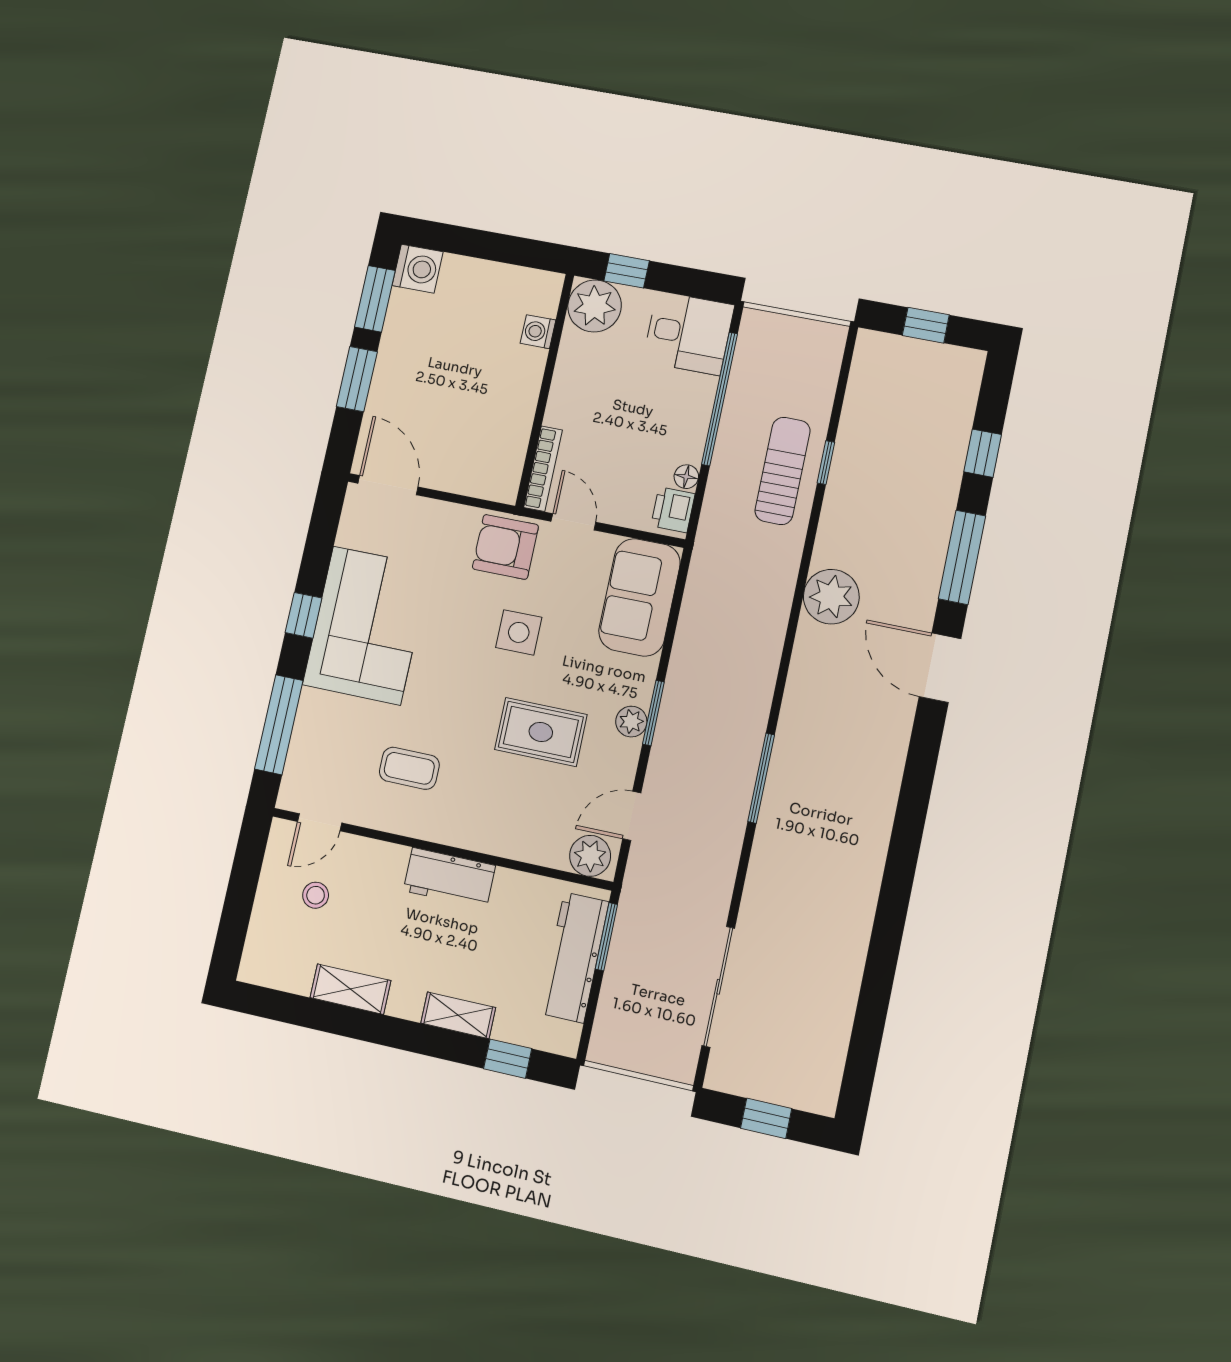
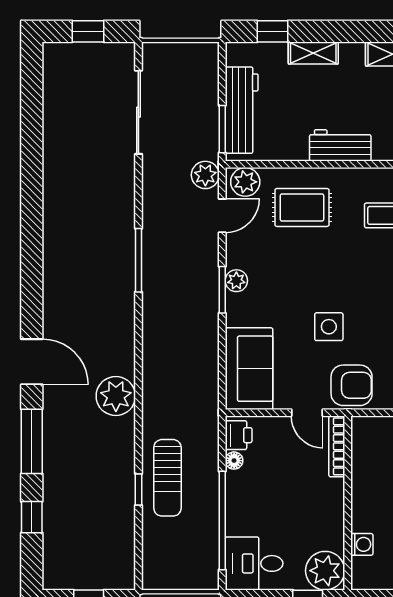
rug: (541, 732) -> (302, 207), moved
plant: (643, 878) -> (205, 175), added

